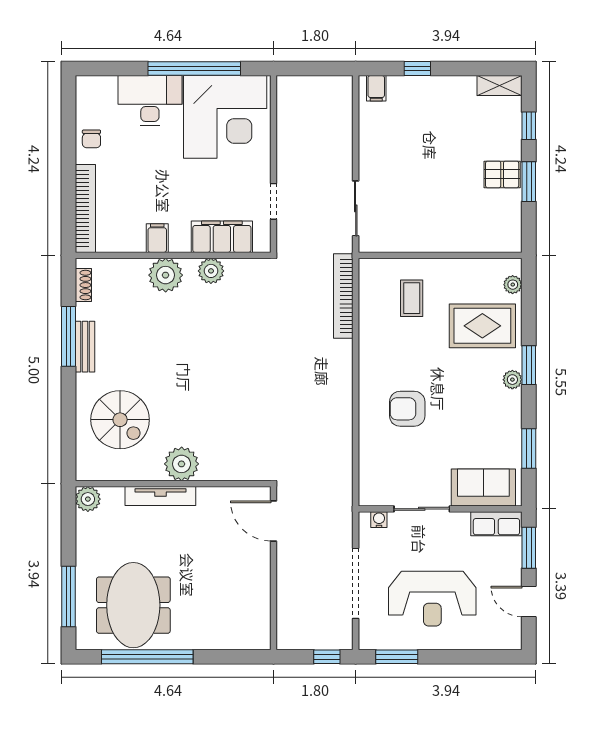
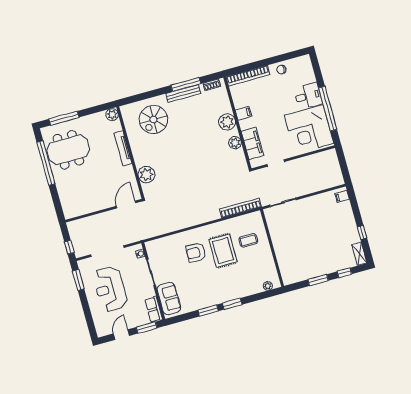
window: (417, 69) -> (362, 232), moved
desk: (150, 100) -> (308, 96), width x0.73
pallet: (502, 174) -> (318, 267), removed
rug: (482, 326) -> (223, 251), moved
bench: (85, 347) -> (183, 93), width x1.36
plant: (512, 380) -> (223, 298), removed
armchair: (407, 409) -> (196, 253), turned -87
window: (529, 449) -> (208, 311), moved
plant: (182, 464) -> (146, 175), moved

